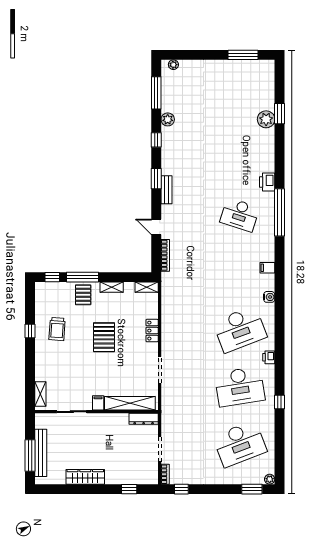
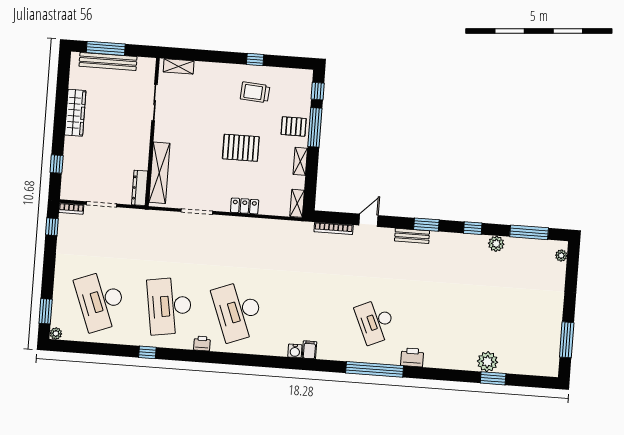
desk: (240, 215) -> (375, 321), turned -42
water cooler: (269, 297) -> (295, 351), moved
filing cabinet: (98, 403) -> (163, 135), removed

